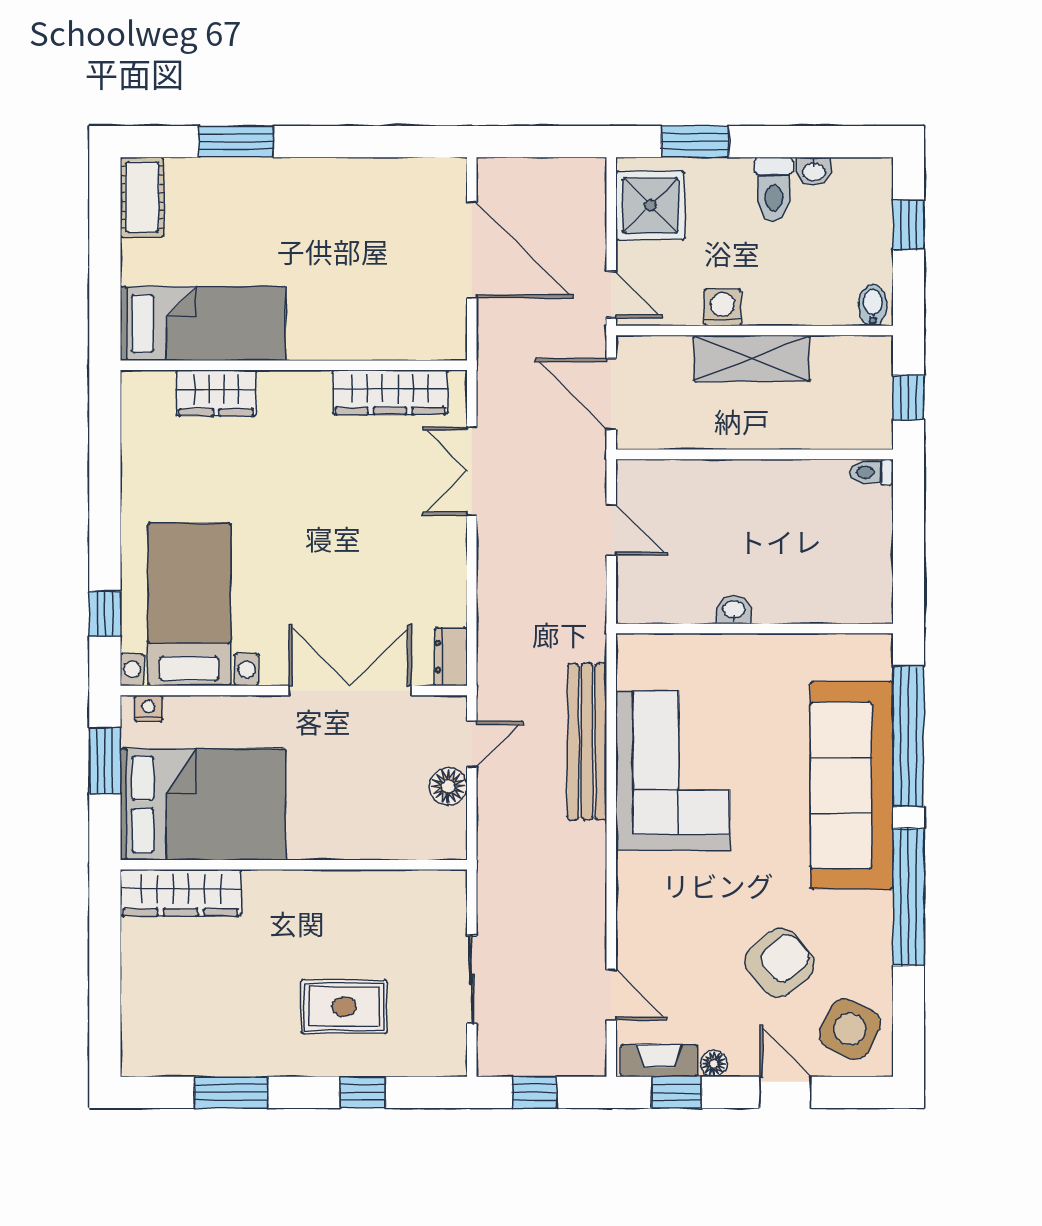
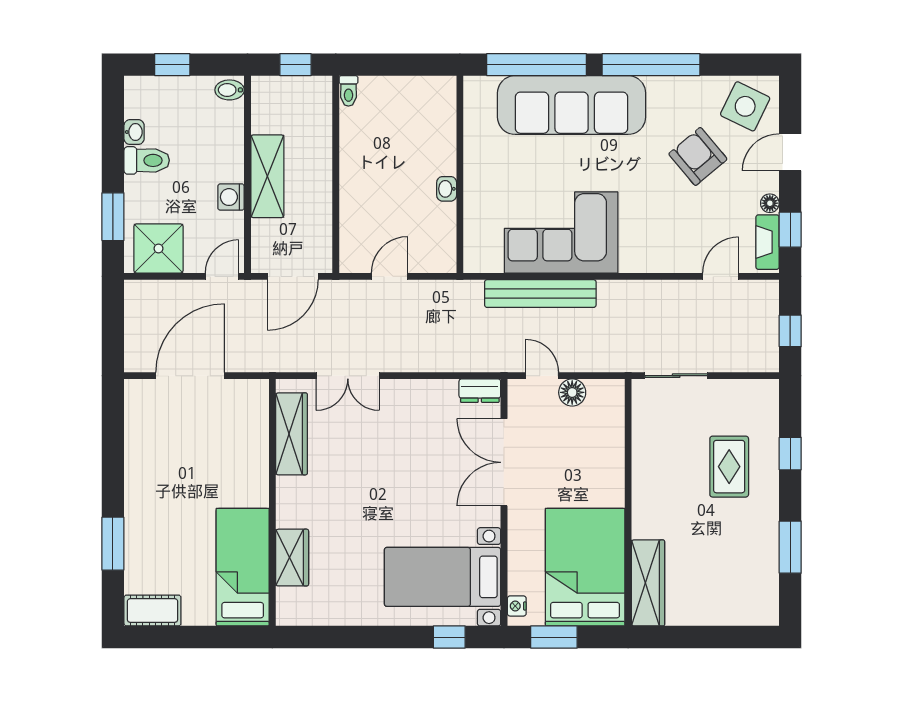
sliding door: (472, 979) -> (676, 376), moved

